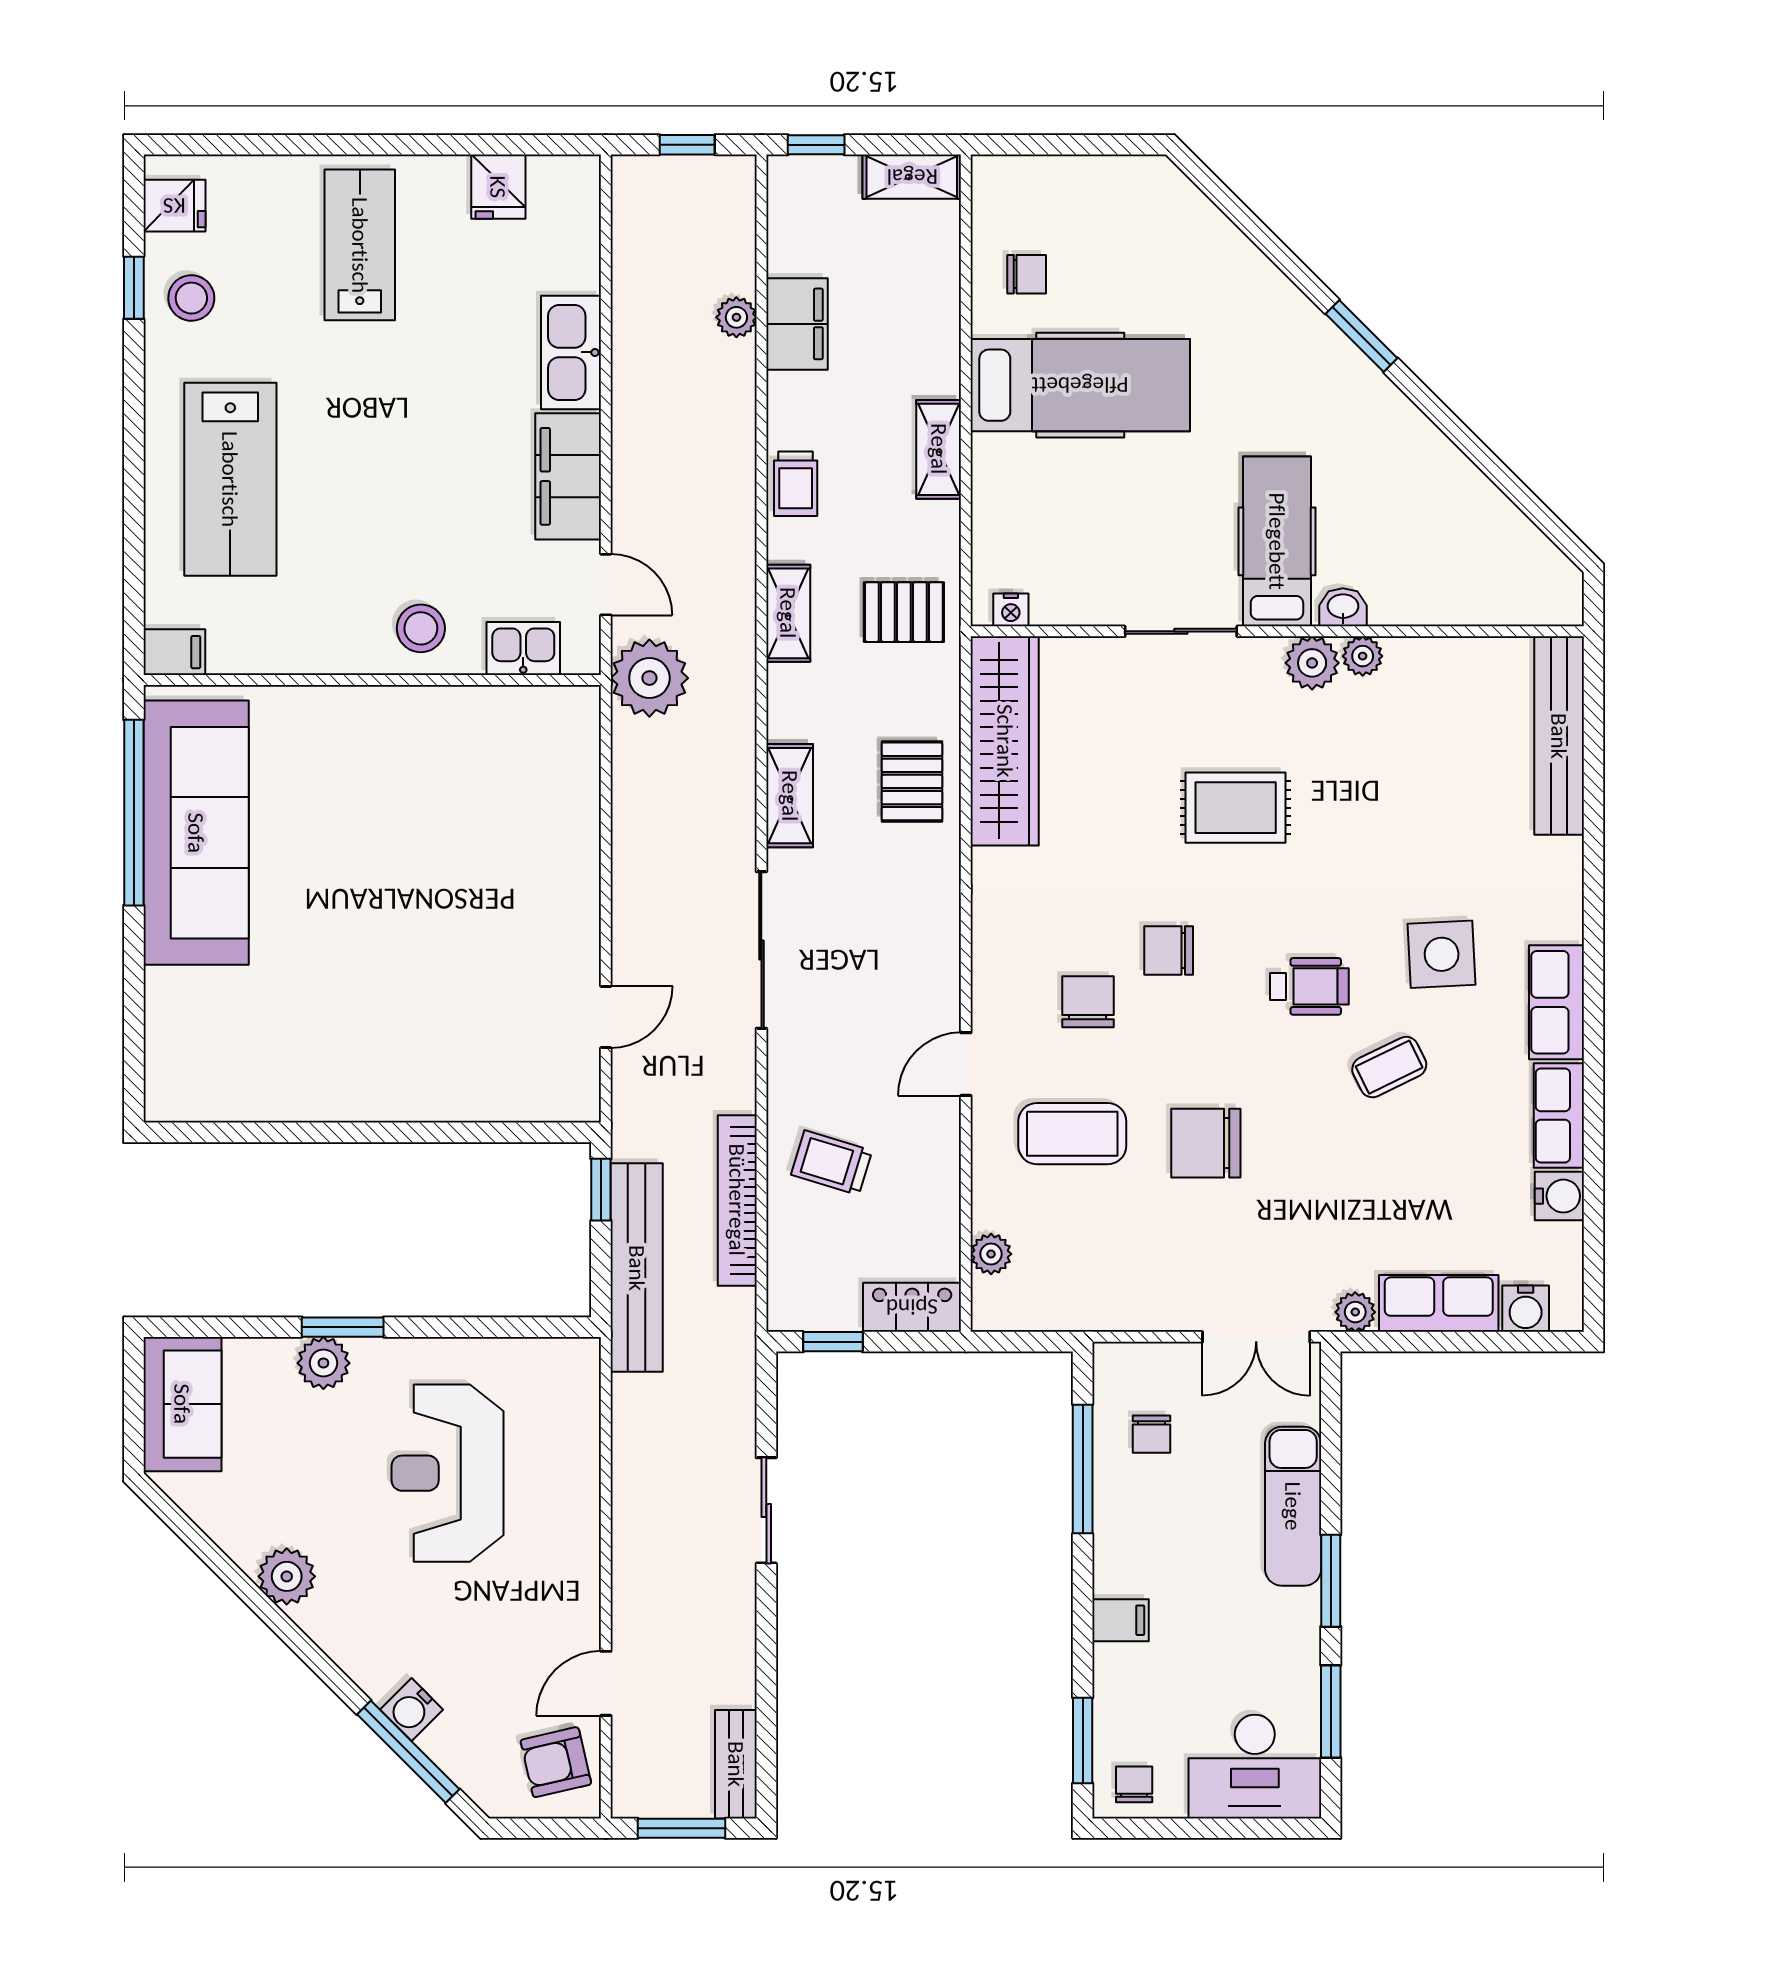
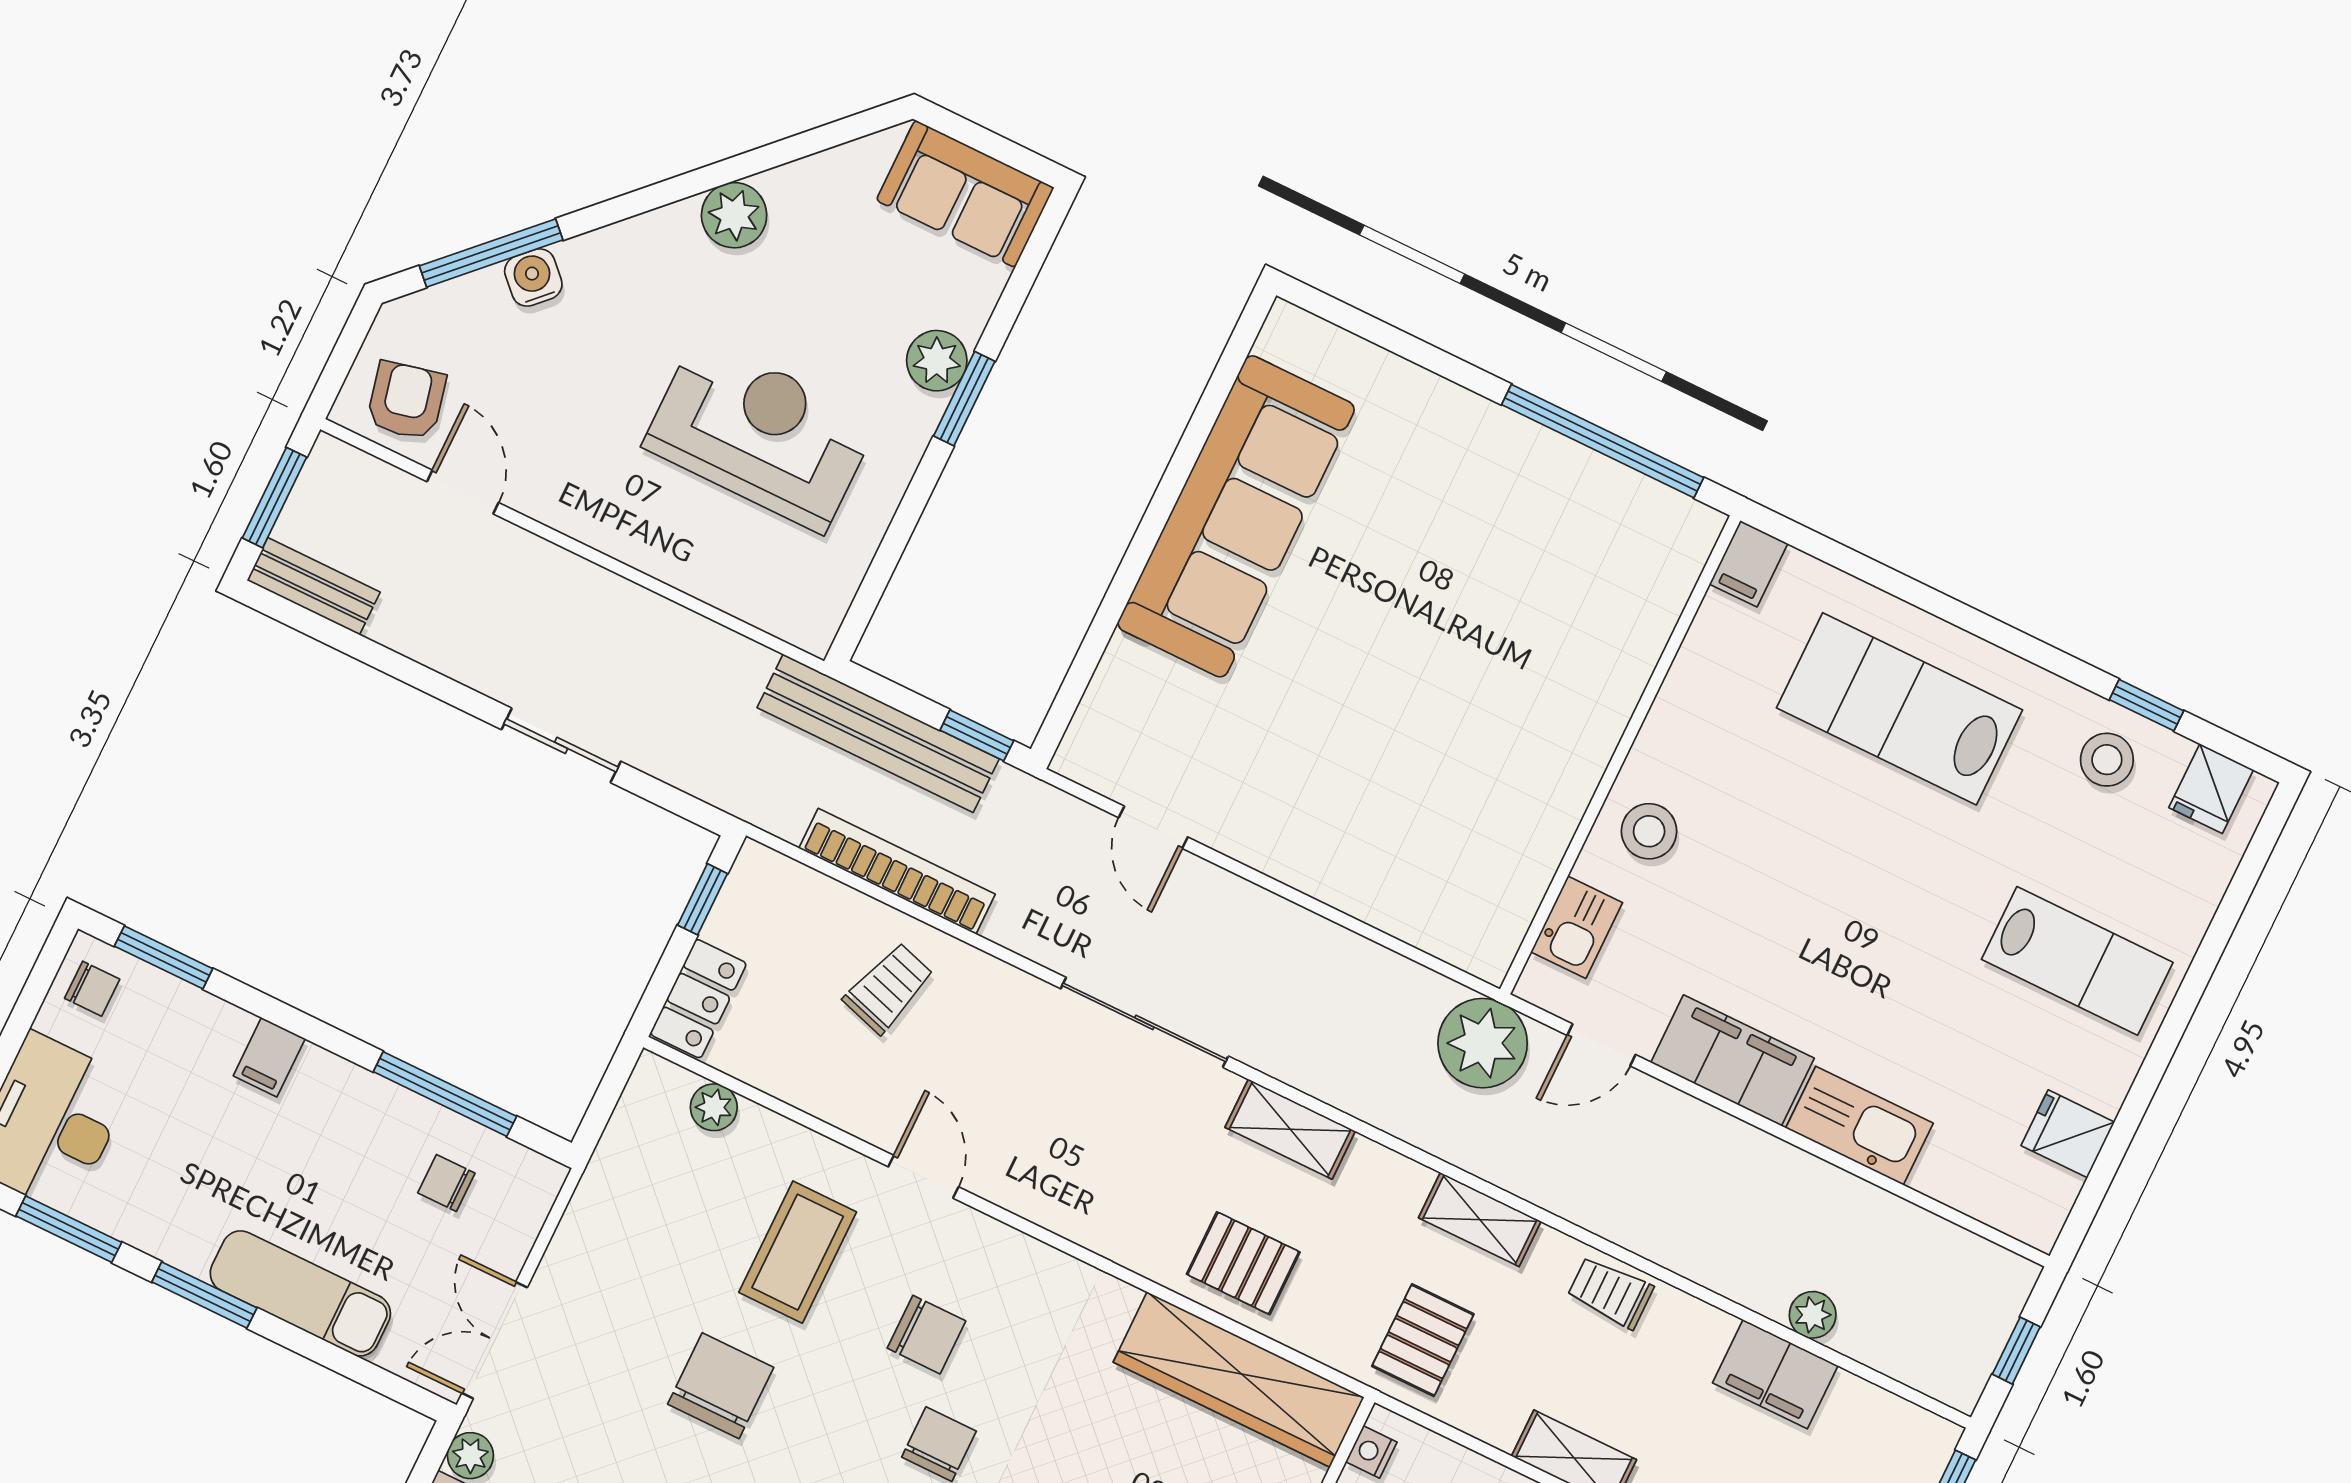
sofa: (196, 833) -> (1236, 516), moved, turned -90

